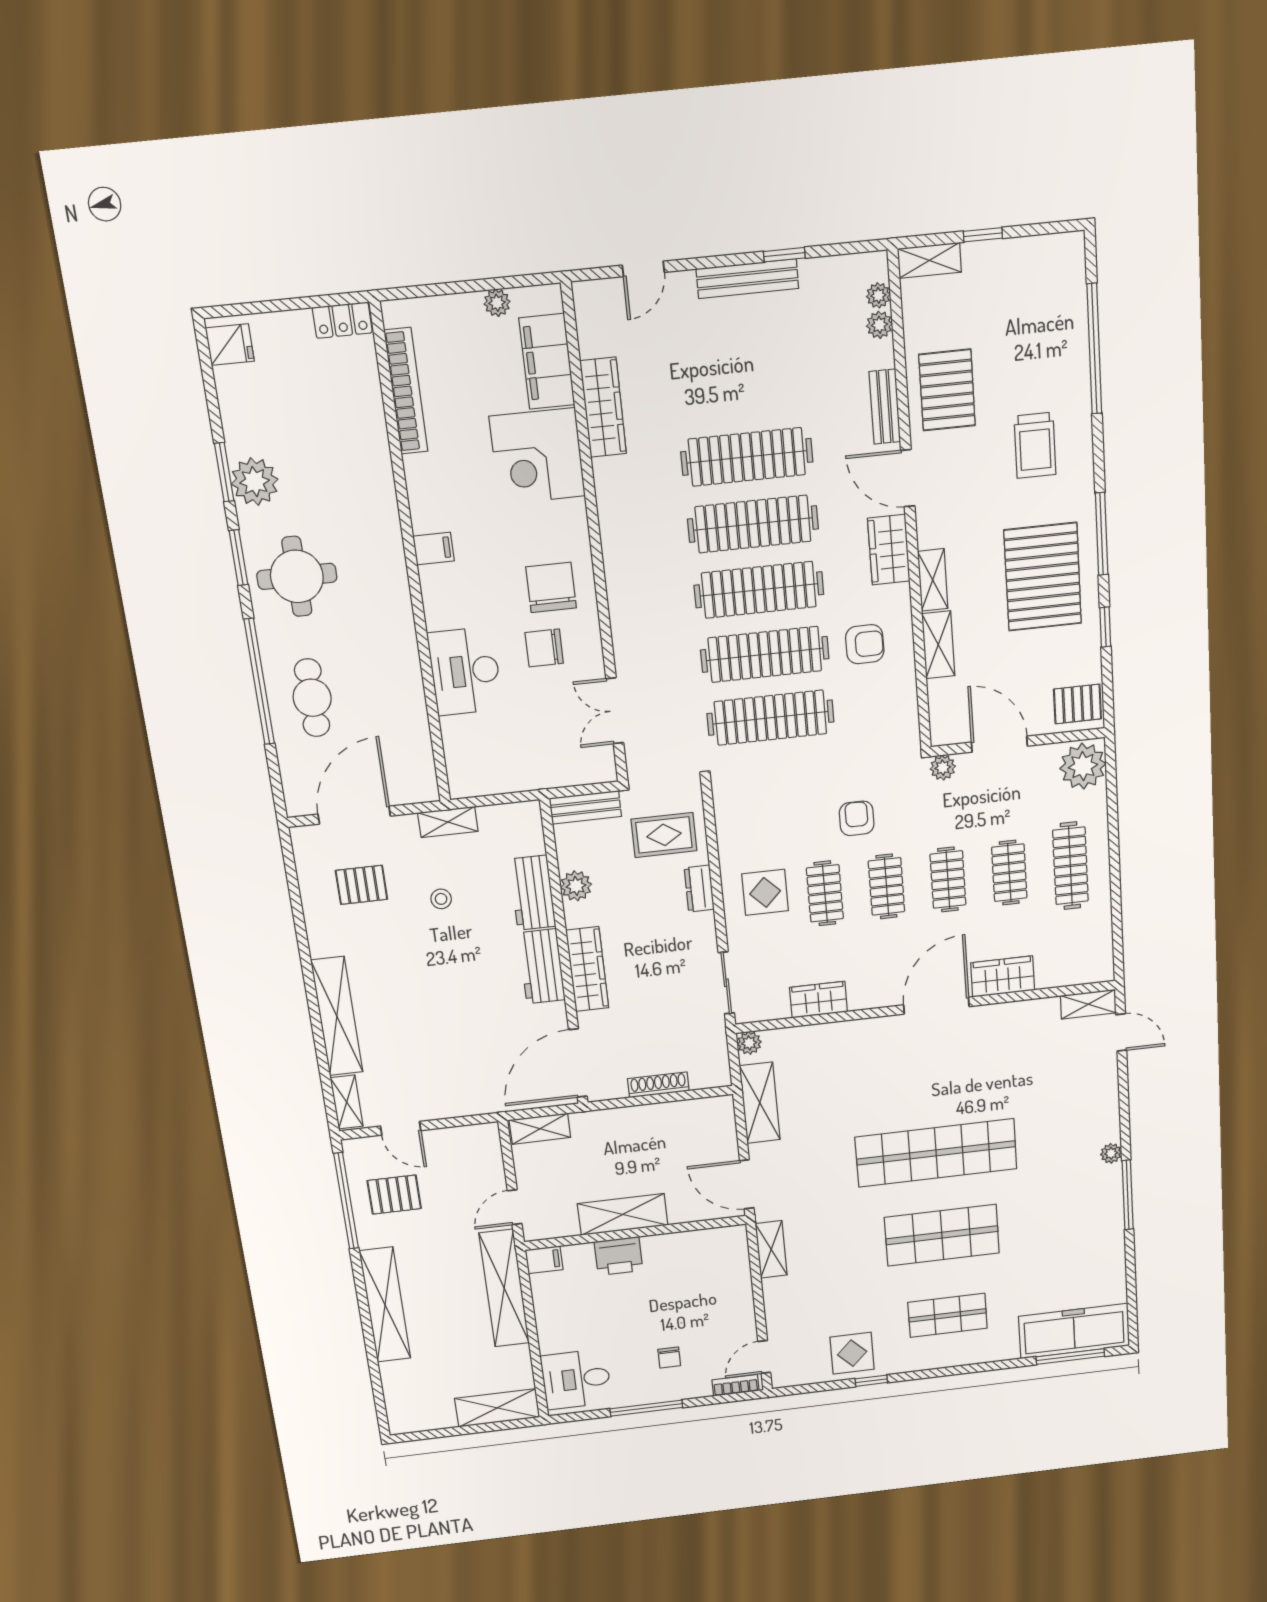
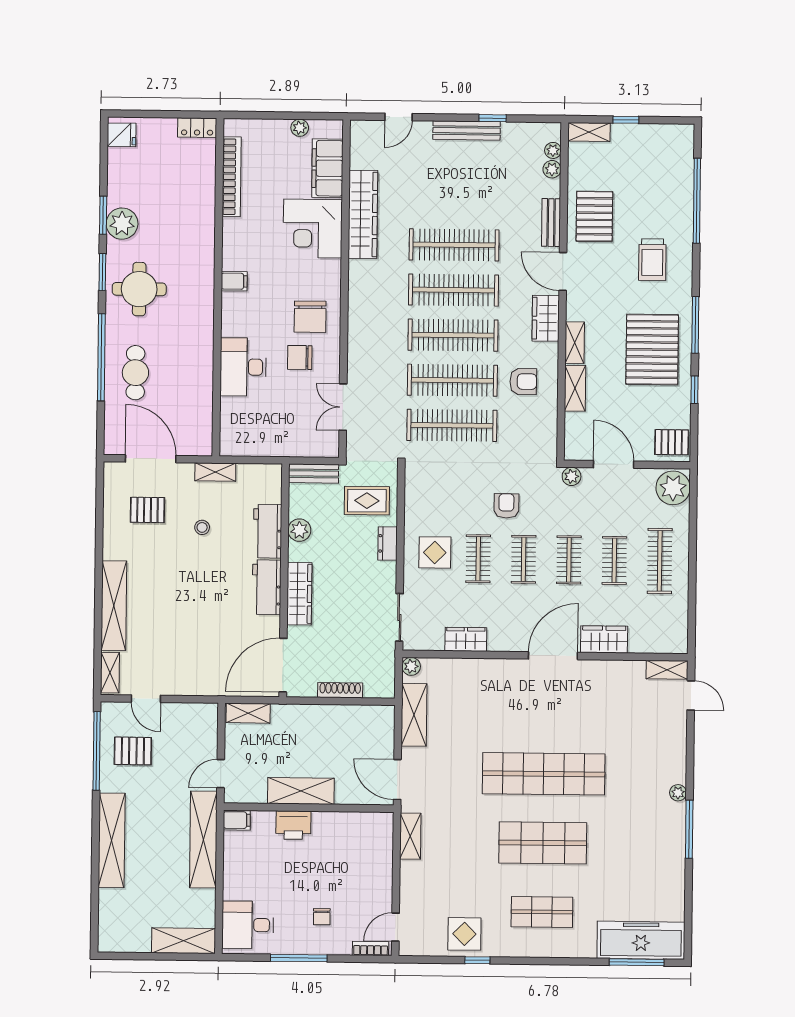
wardrobe: (603, 407) -> (363, 214), width x1.40, depth x1.17
chair: (551, 587) -> (310, 317), turned 180
door: (354, 815) -> (151, 459), hinge flipped

